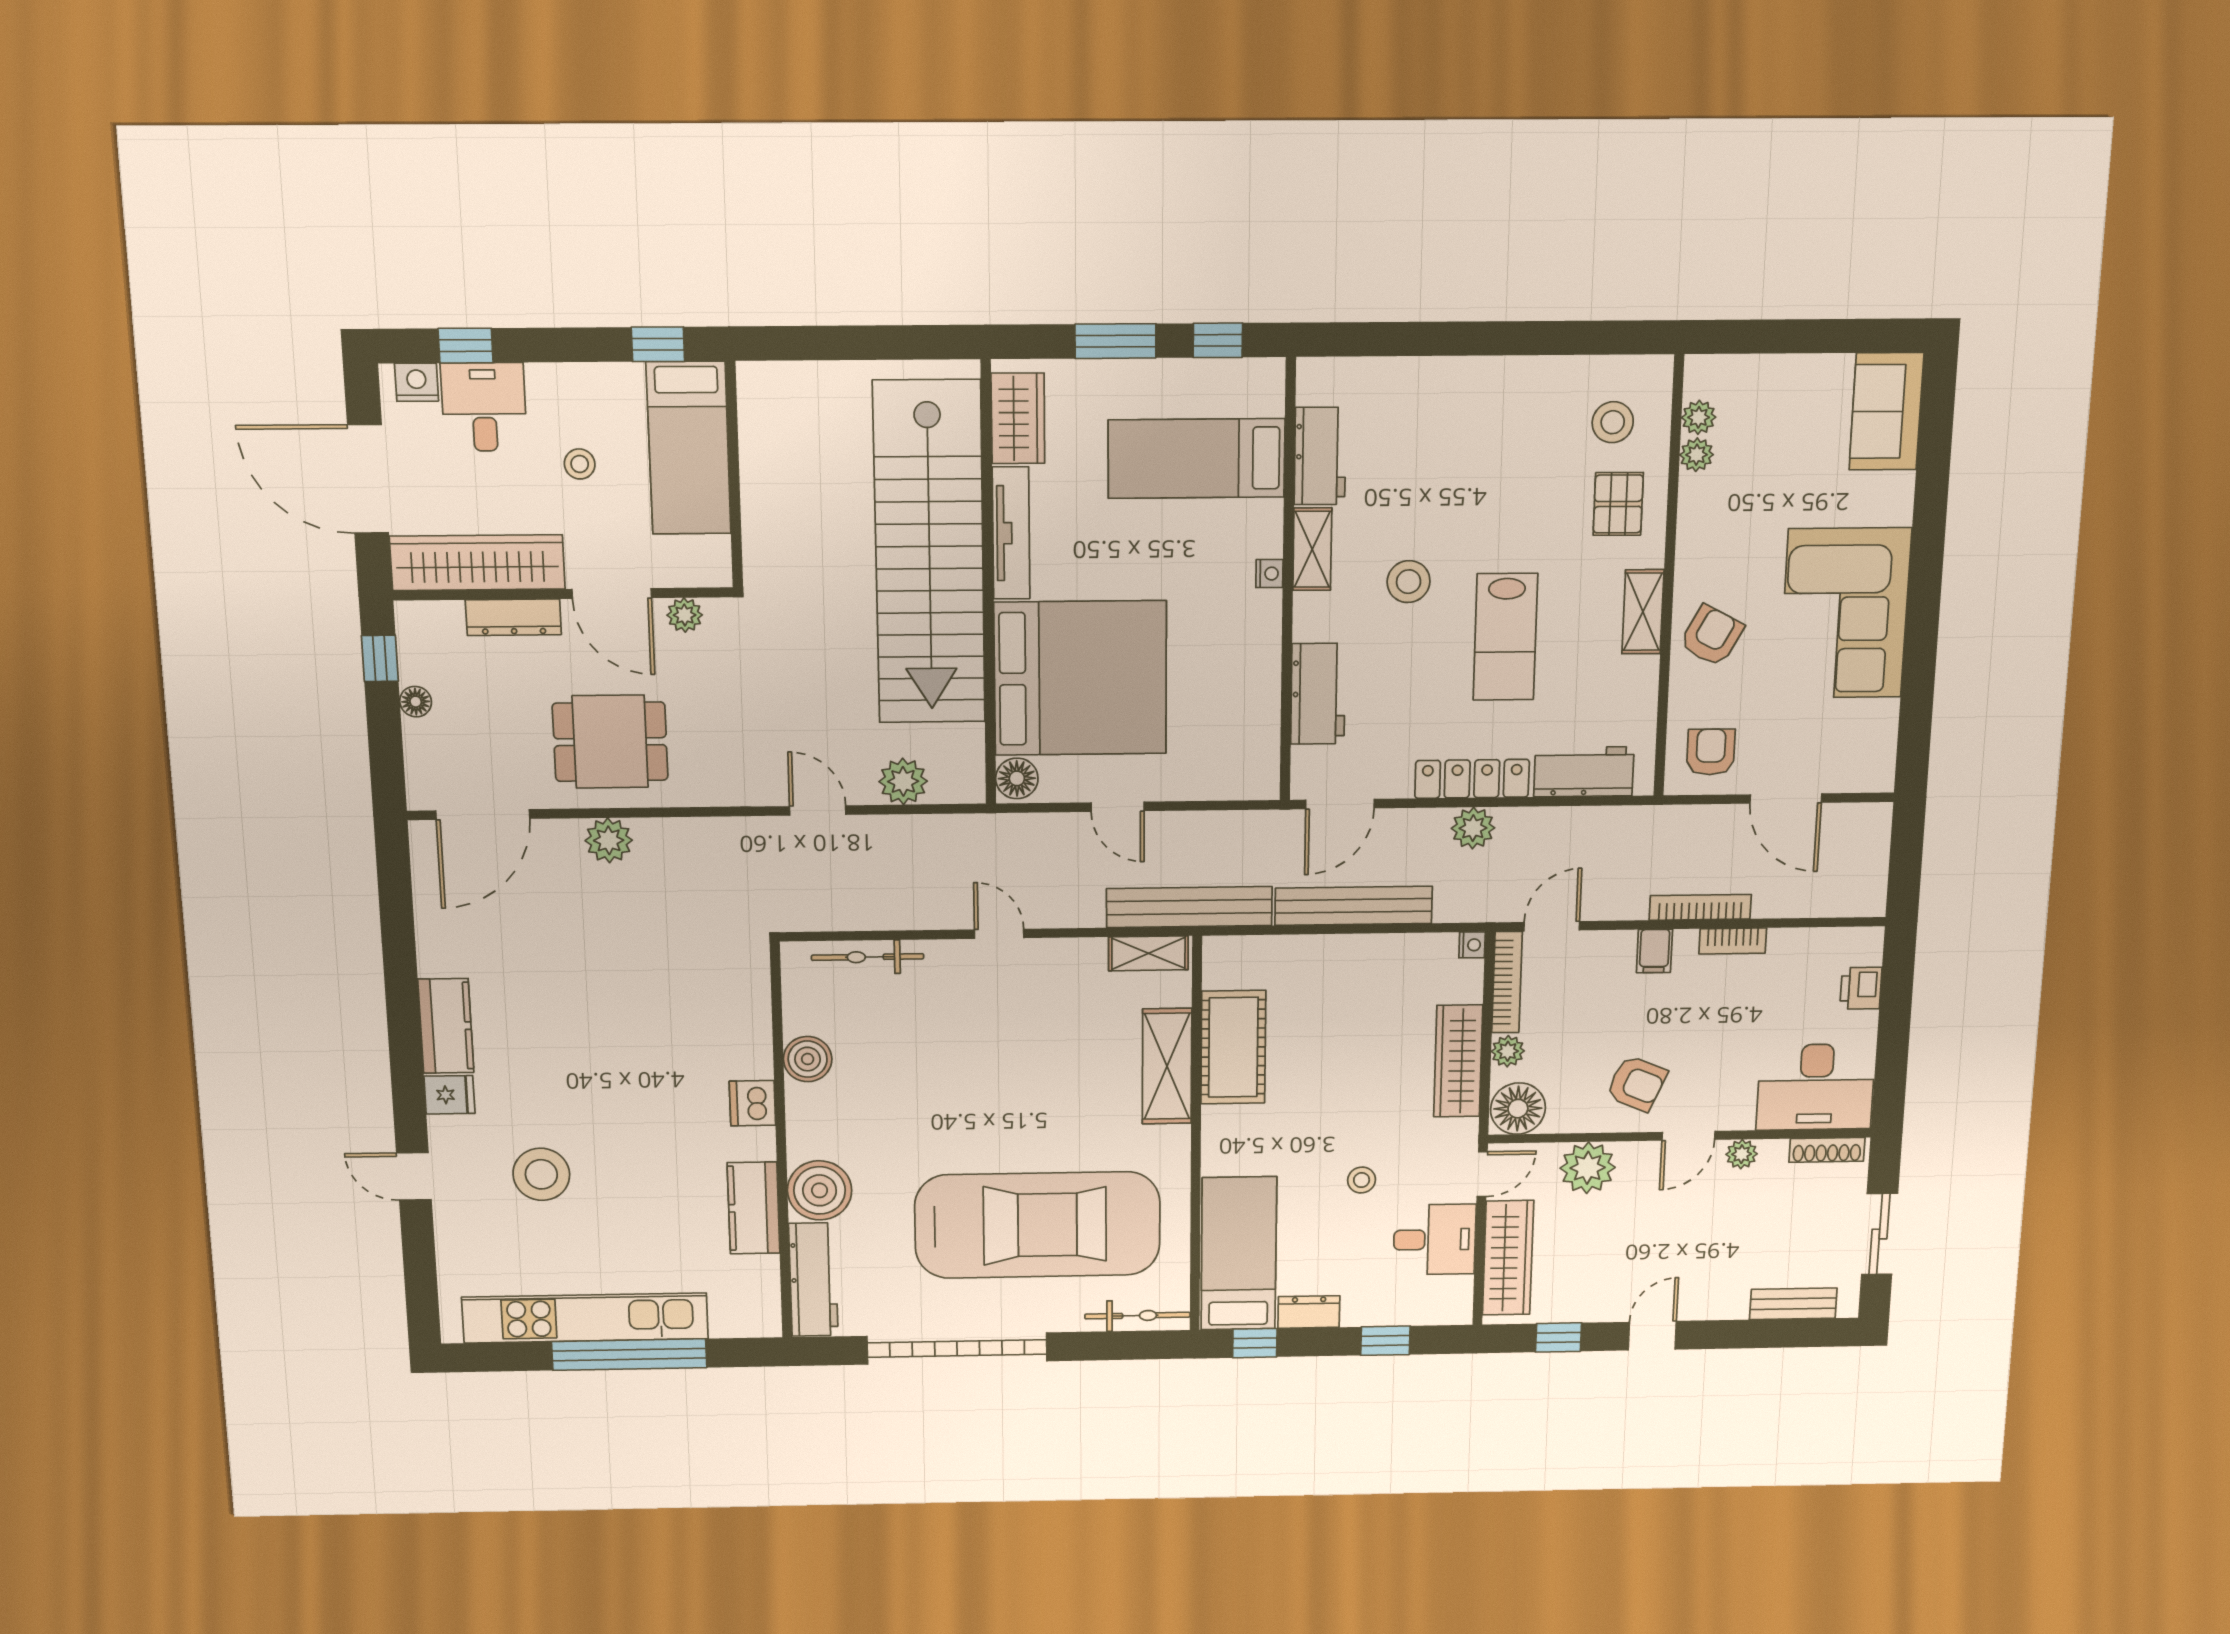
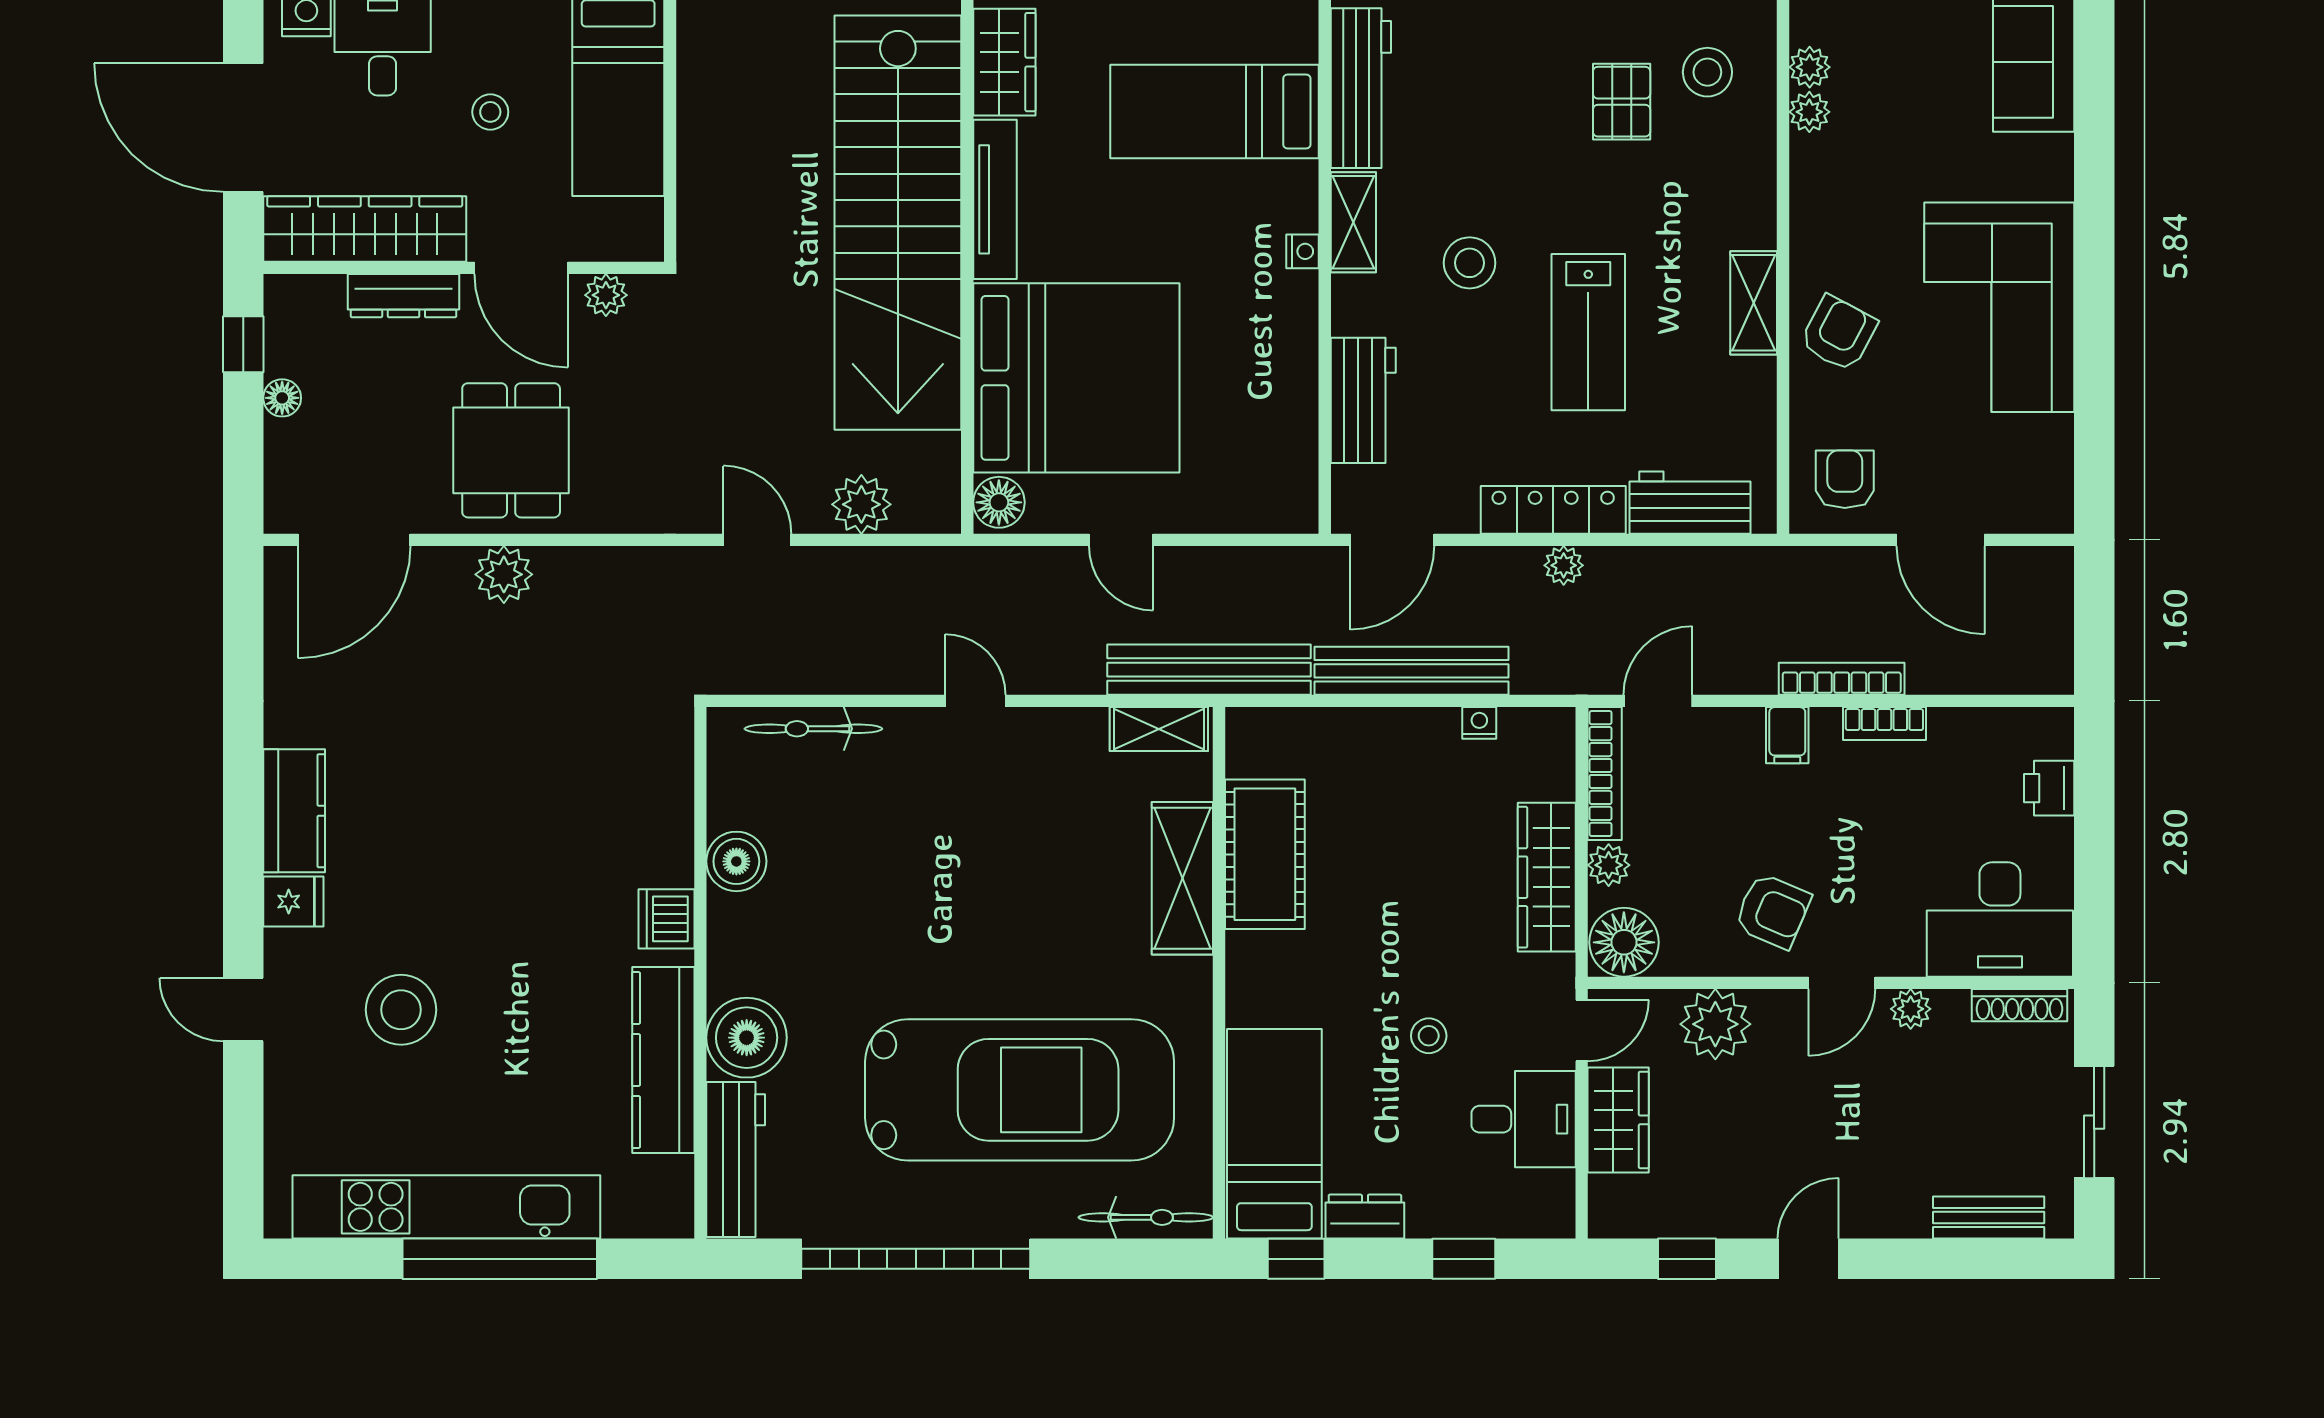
workbench: (1320, 456) -> (1361, 88), width x1.38
pallet: (1618, 504) -> (1622, 102), moved
dining table: (610, 742) -> (511, 450), turned 90
plant: (1473, 828) -> (1564, 565), width x0.73, depth x0.73
nightstand: (1472, 945) -> (1479, 723), moved, turned -90
kitchen counter: (754, 1208) -> (663, 1060), width x1.50
wardrobe: (1508, 1258) -> (1618, 1120), width x0.67

